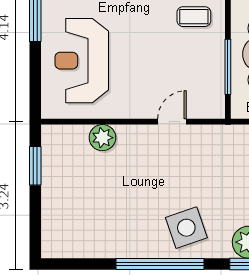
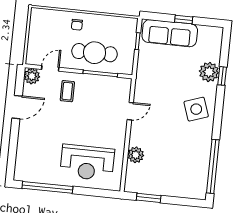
door: (172, 122) -> (130, 111), swing flipped
window: (160, 264) -> (213, 166), moved

